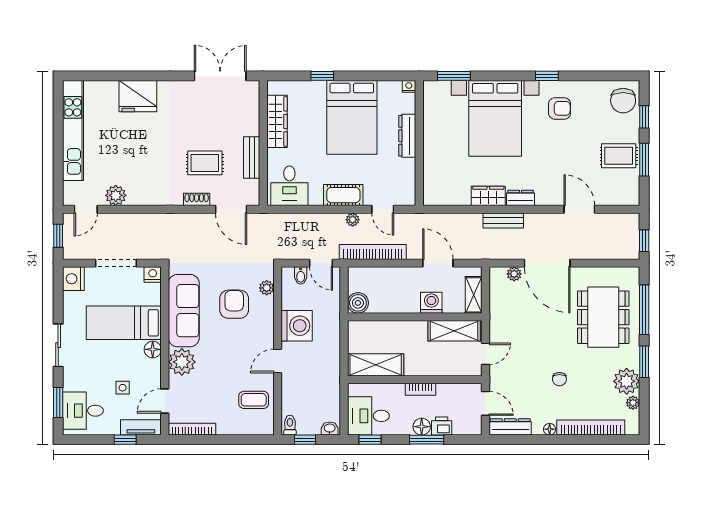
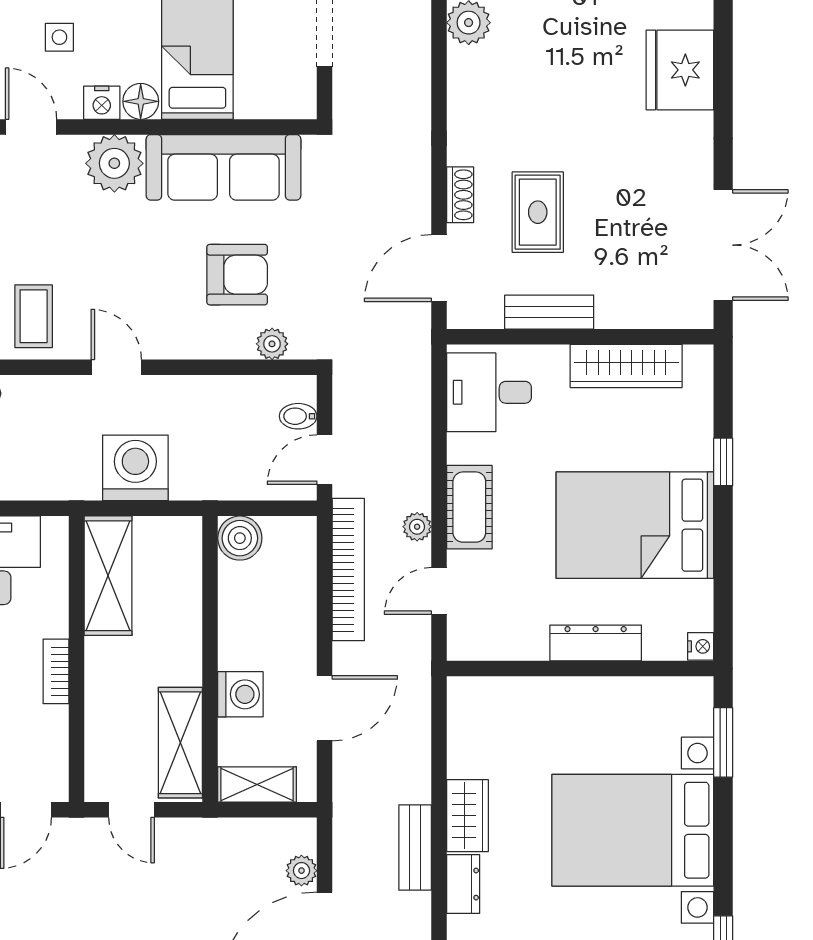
nightstand: (153, 274) -> (102, 103), moved, turned 90
washing machine: (297, 326) -> (135, 468), moved, turned 180

